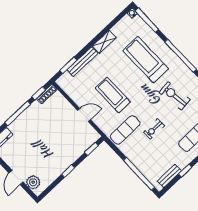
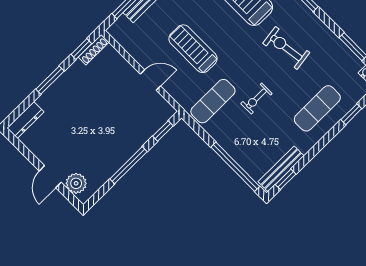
window: (18, 113) -> (50, 80), width x0.69
window: (68, 171) -> (128, 165), width x2.17
window: (185, 171) -> (286, 179), moved
bench: (169, 176) -> (281, 169), width x1.36

